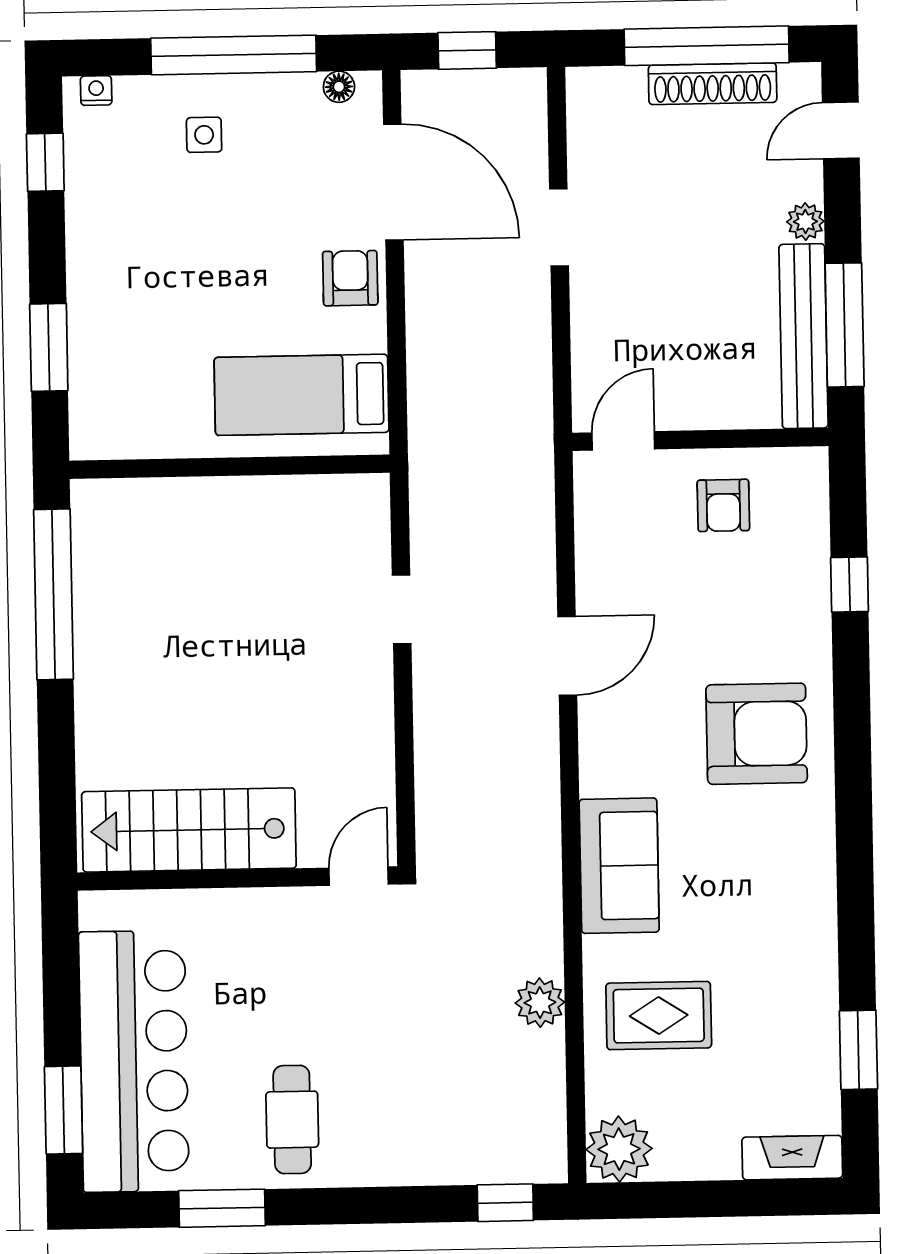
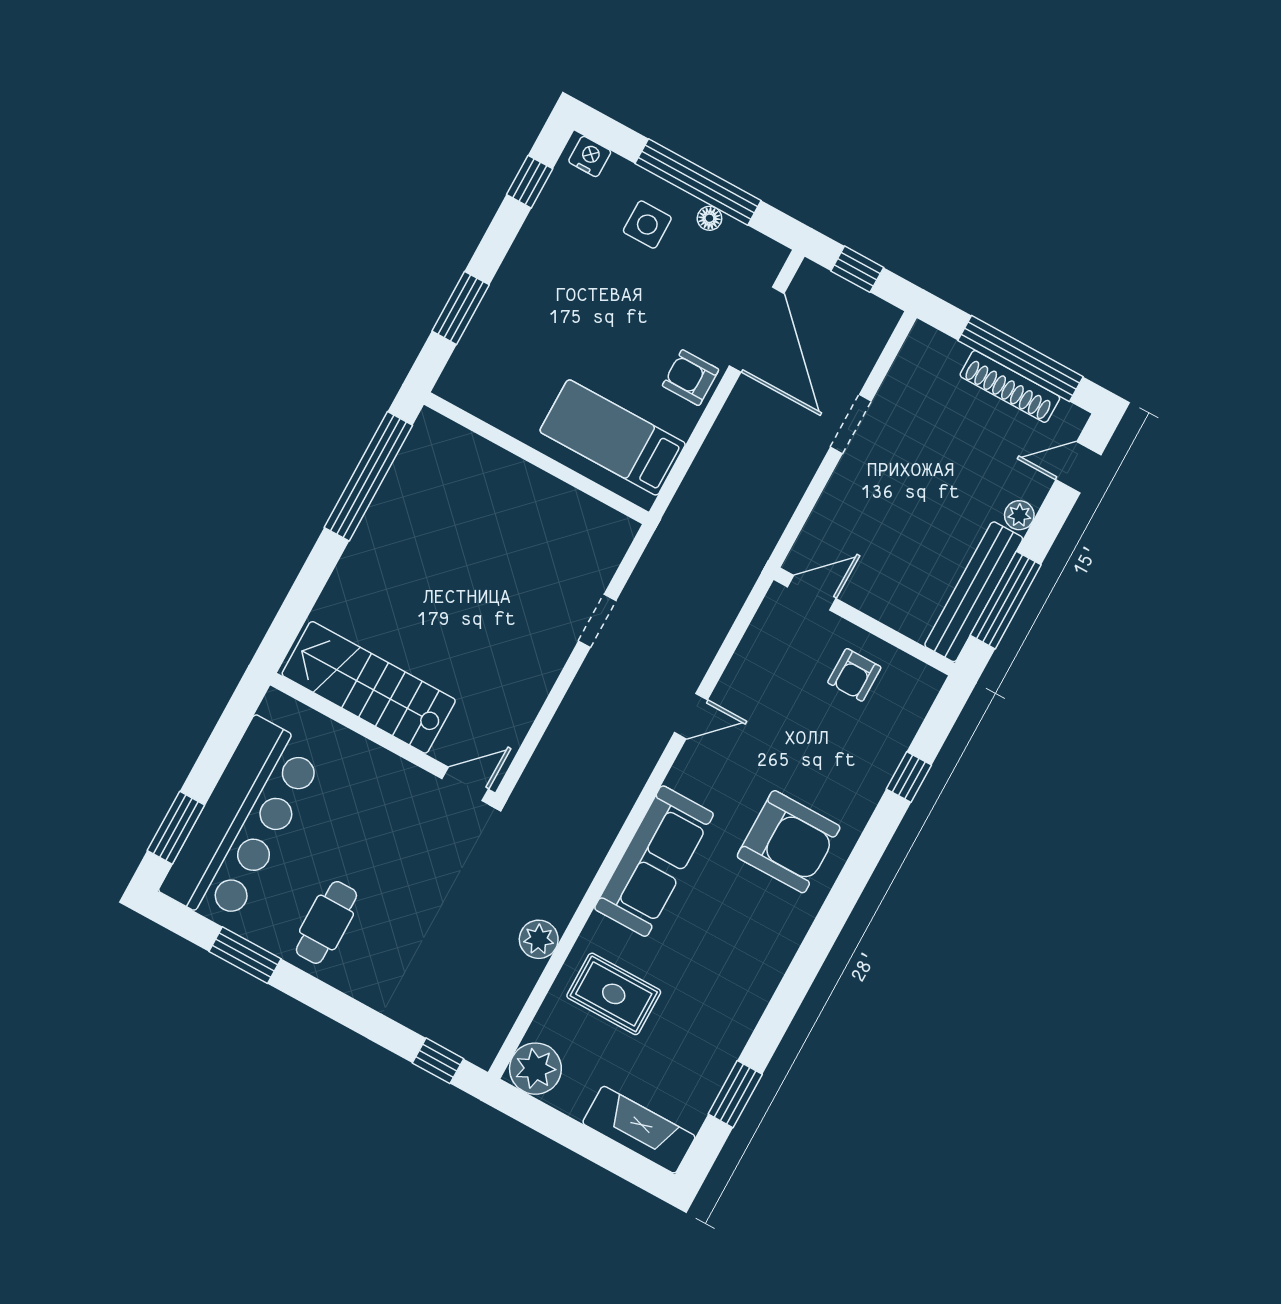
floor lamp: (339, 87) -> (709, 218), moved
nightstand: (96, 90) -> (590, 156), width x1.39, depth x1.35
side table: (204, 135) -> (647, 225), width x1.37, depth x1.37
armchair: (350, 278) -> (691, 378), turned -90
door: (567, 656) -> (691, 716), width x0.73
sofa: (619, 866) -> (654, 861), width x1.36
fireplace: (792, 1158) -> (639, 1130), width x1.37, depth x1.32

